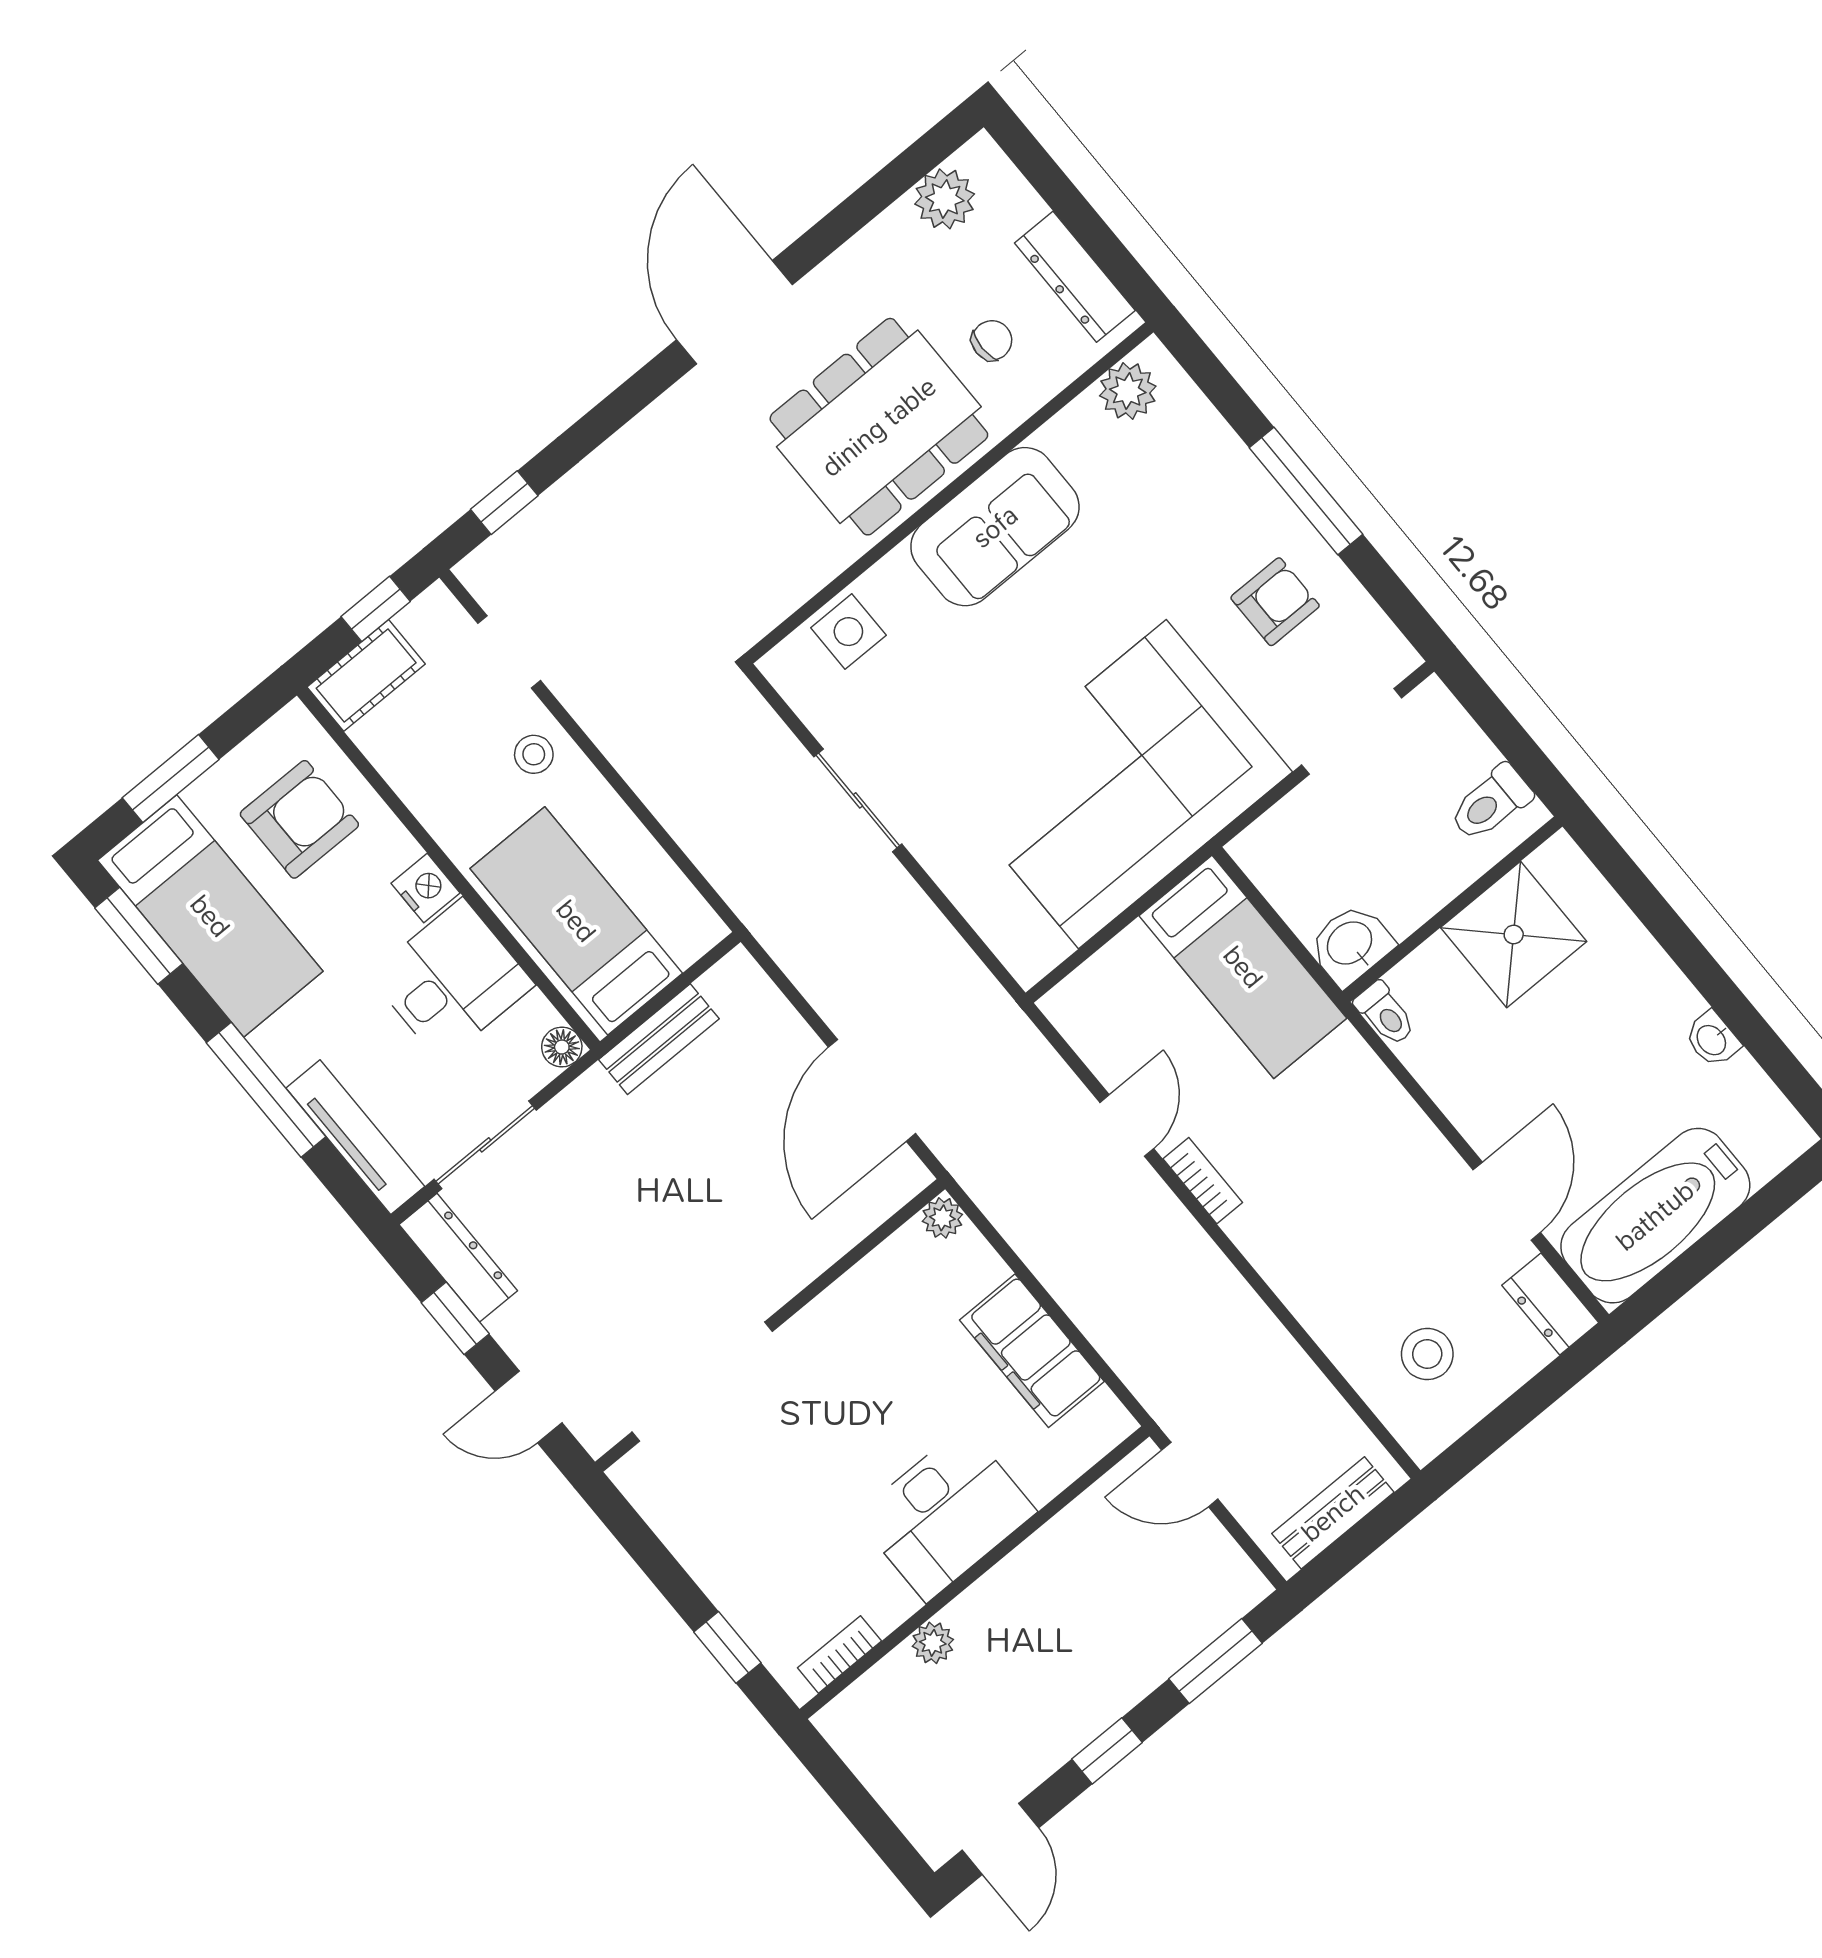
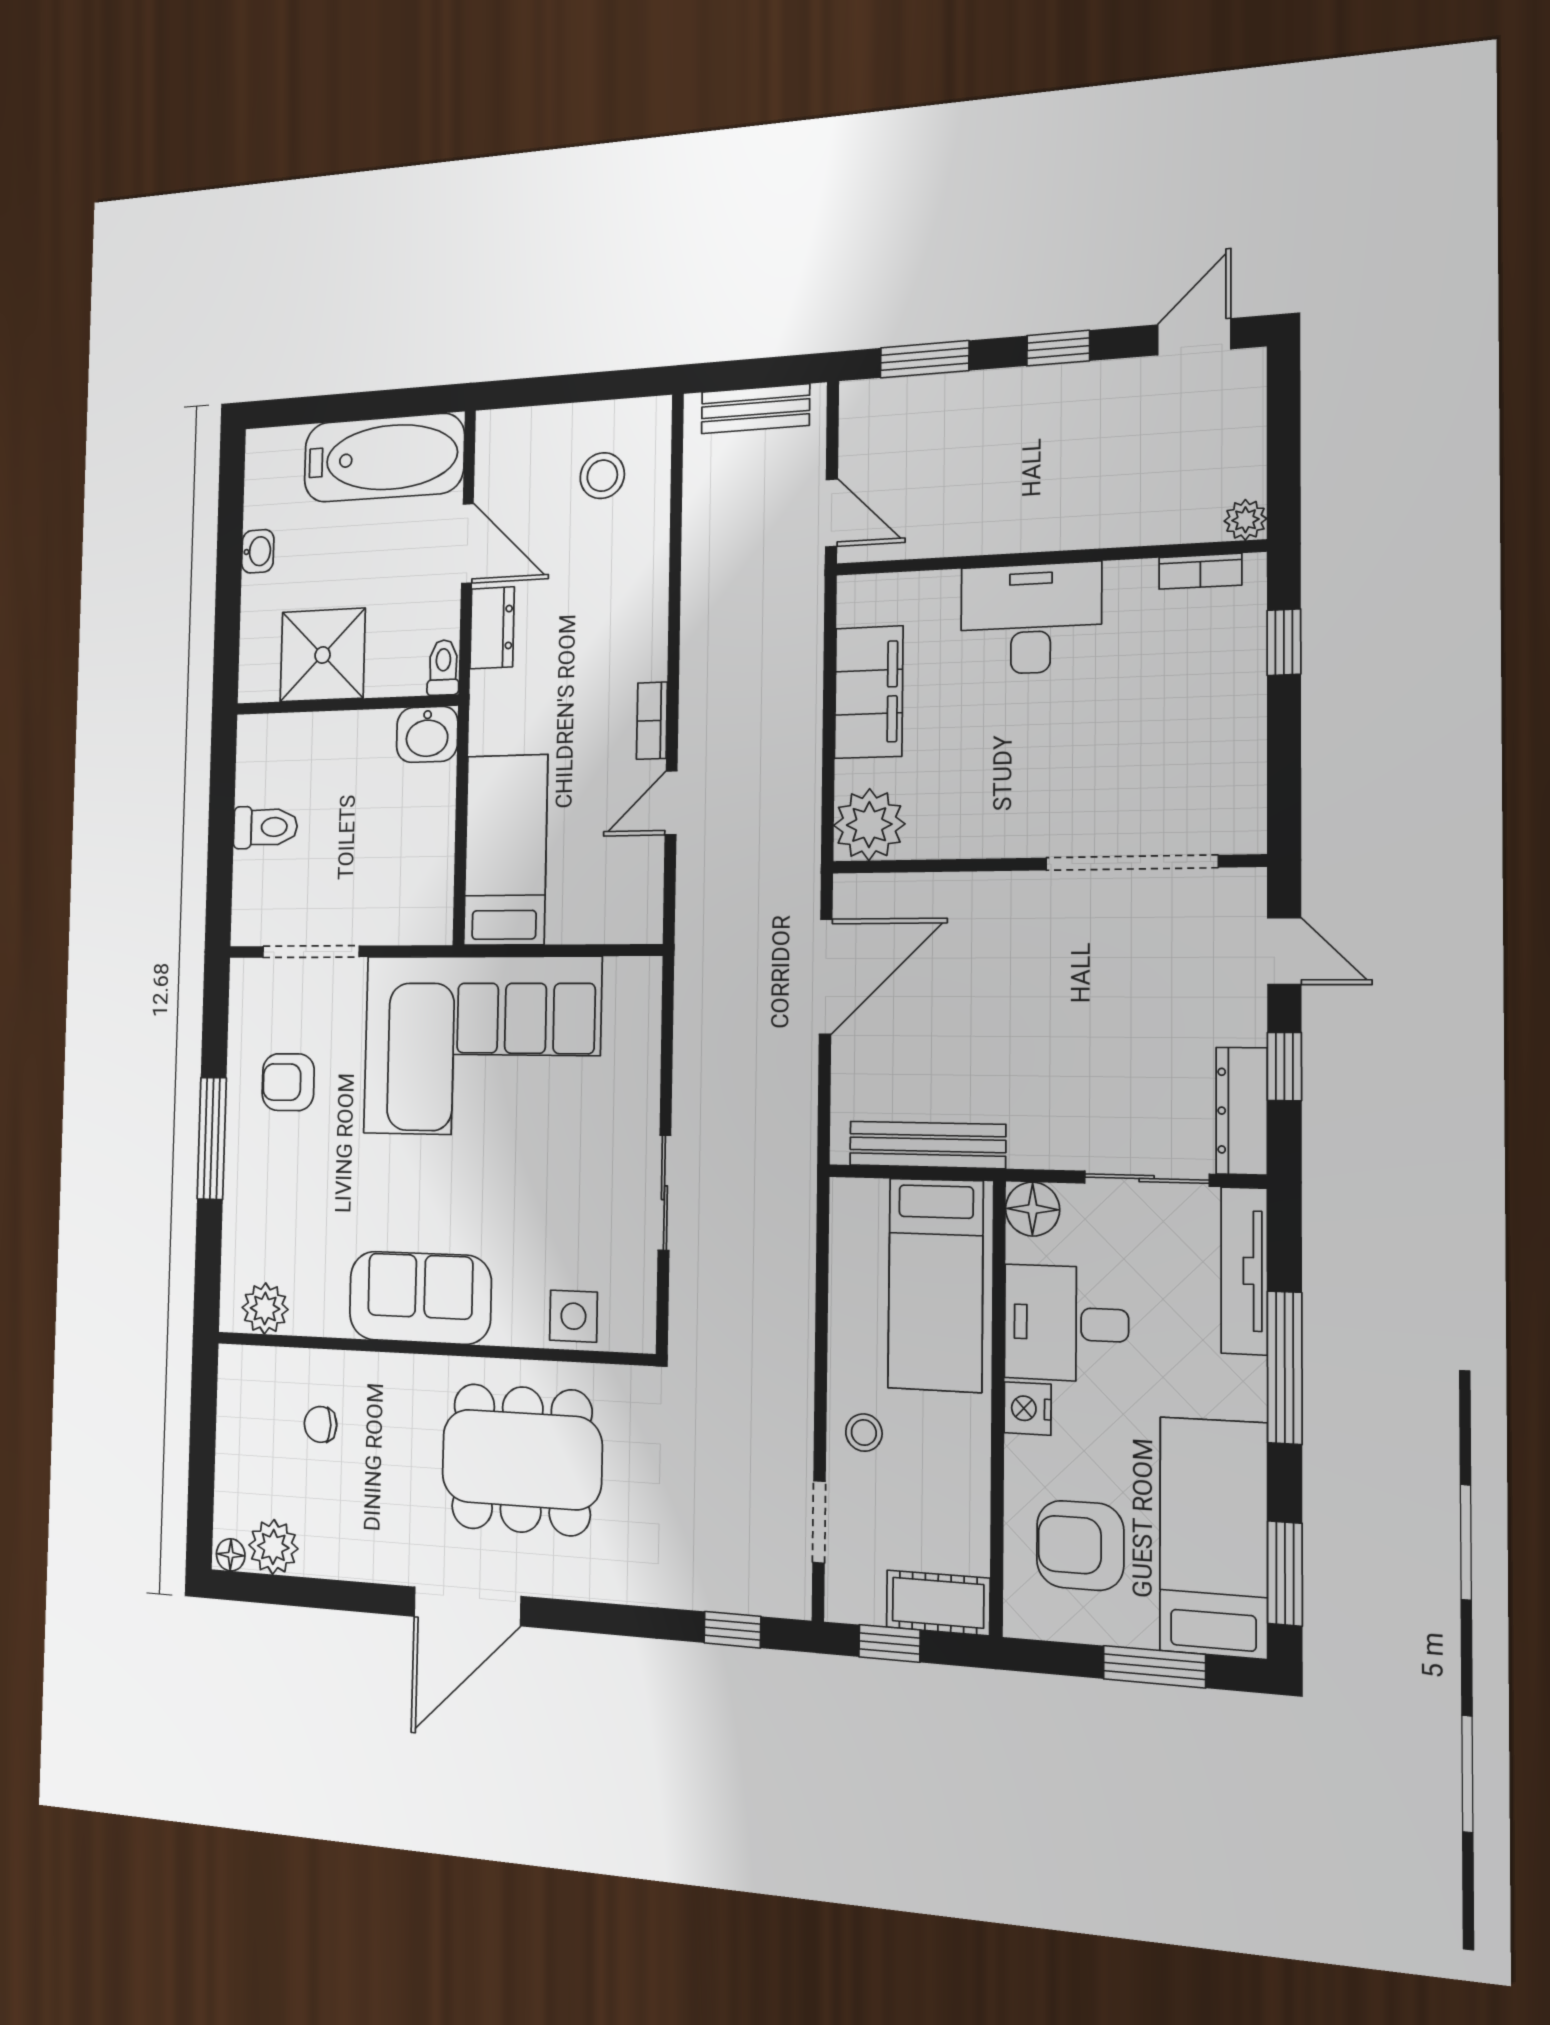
floor lamp: (977, 156) -> (231, 1555), added
dresser: (1075, 277) -> (236, 1416), removed
dining table: (879, 427) -> (522, 1459), moved
wall: (1452, 909) -> (346, 705), moved
shower: (1514, 935) -> (323, 655), moved
washbasin: (1351, 944) -> (427, 734), moved
toilet: (1385, 1014) -> (443, 668), moved
bench: (659, 1039) -> (927, 1145), width x1.36
floor lamp: (562, 1047) -> (1033, 1209), width x1.37, depth x1.37
door: (1507, 1201) -> (467, 543), swing flipped
plant: (942, 1218) -> (869, 825), width x1.87, depth x1.87
dresser: (1550, 1304) -> (492, 628), moved
plant: (933, 1643) -> (1245, 520), moved

